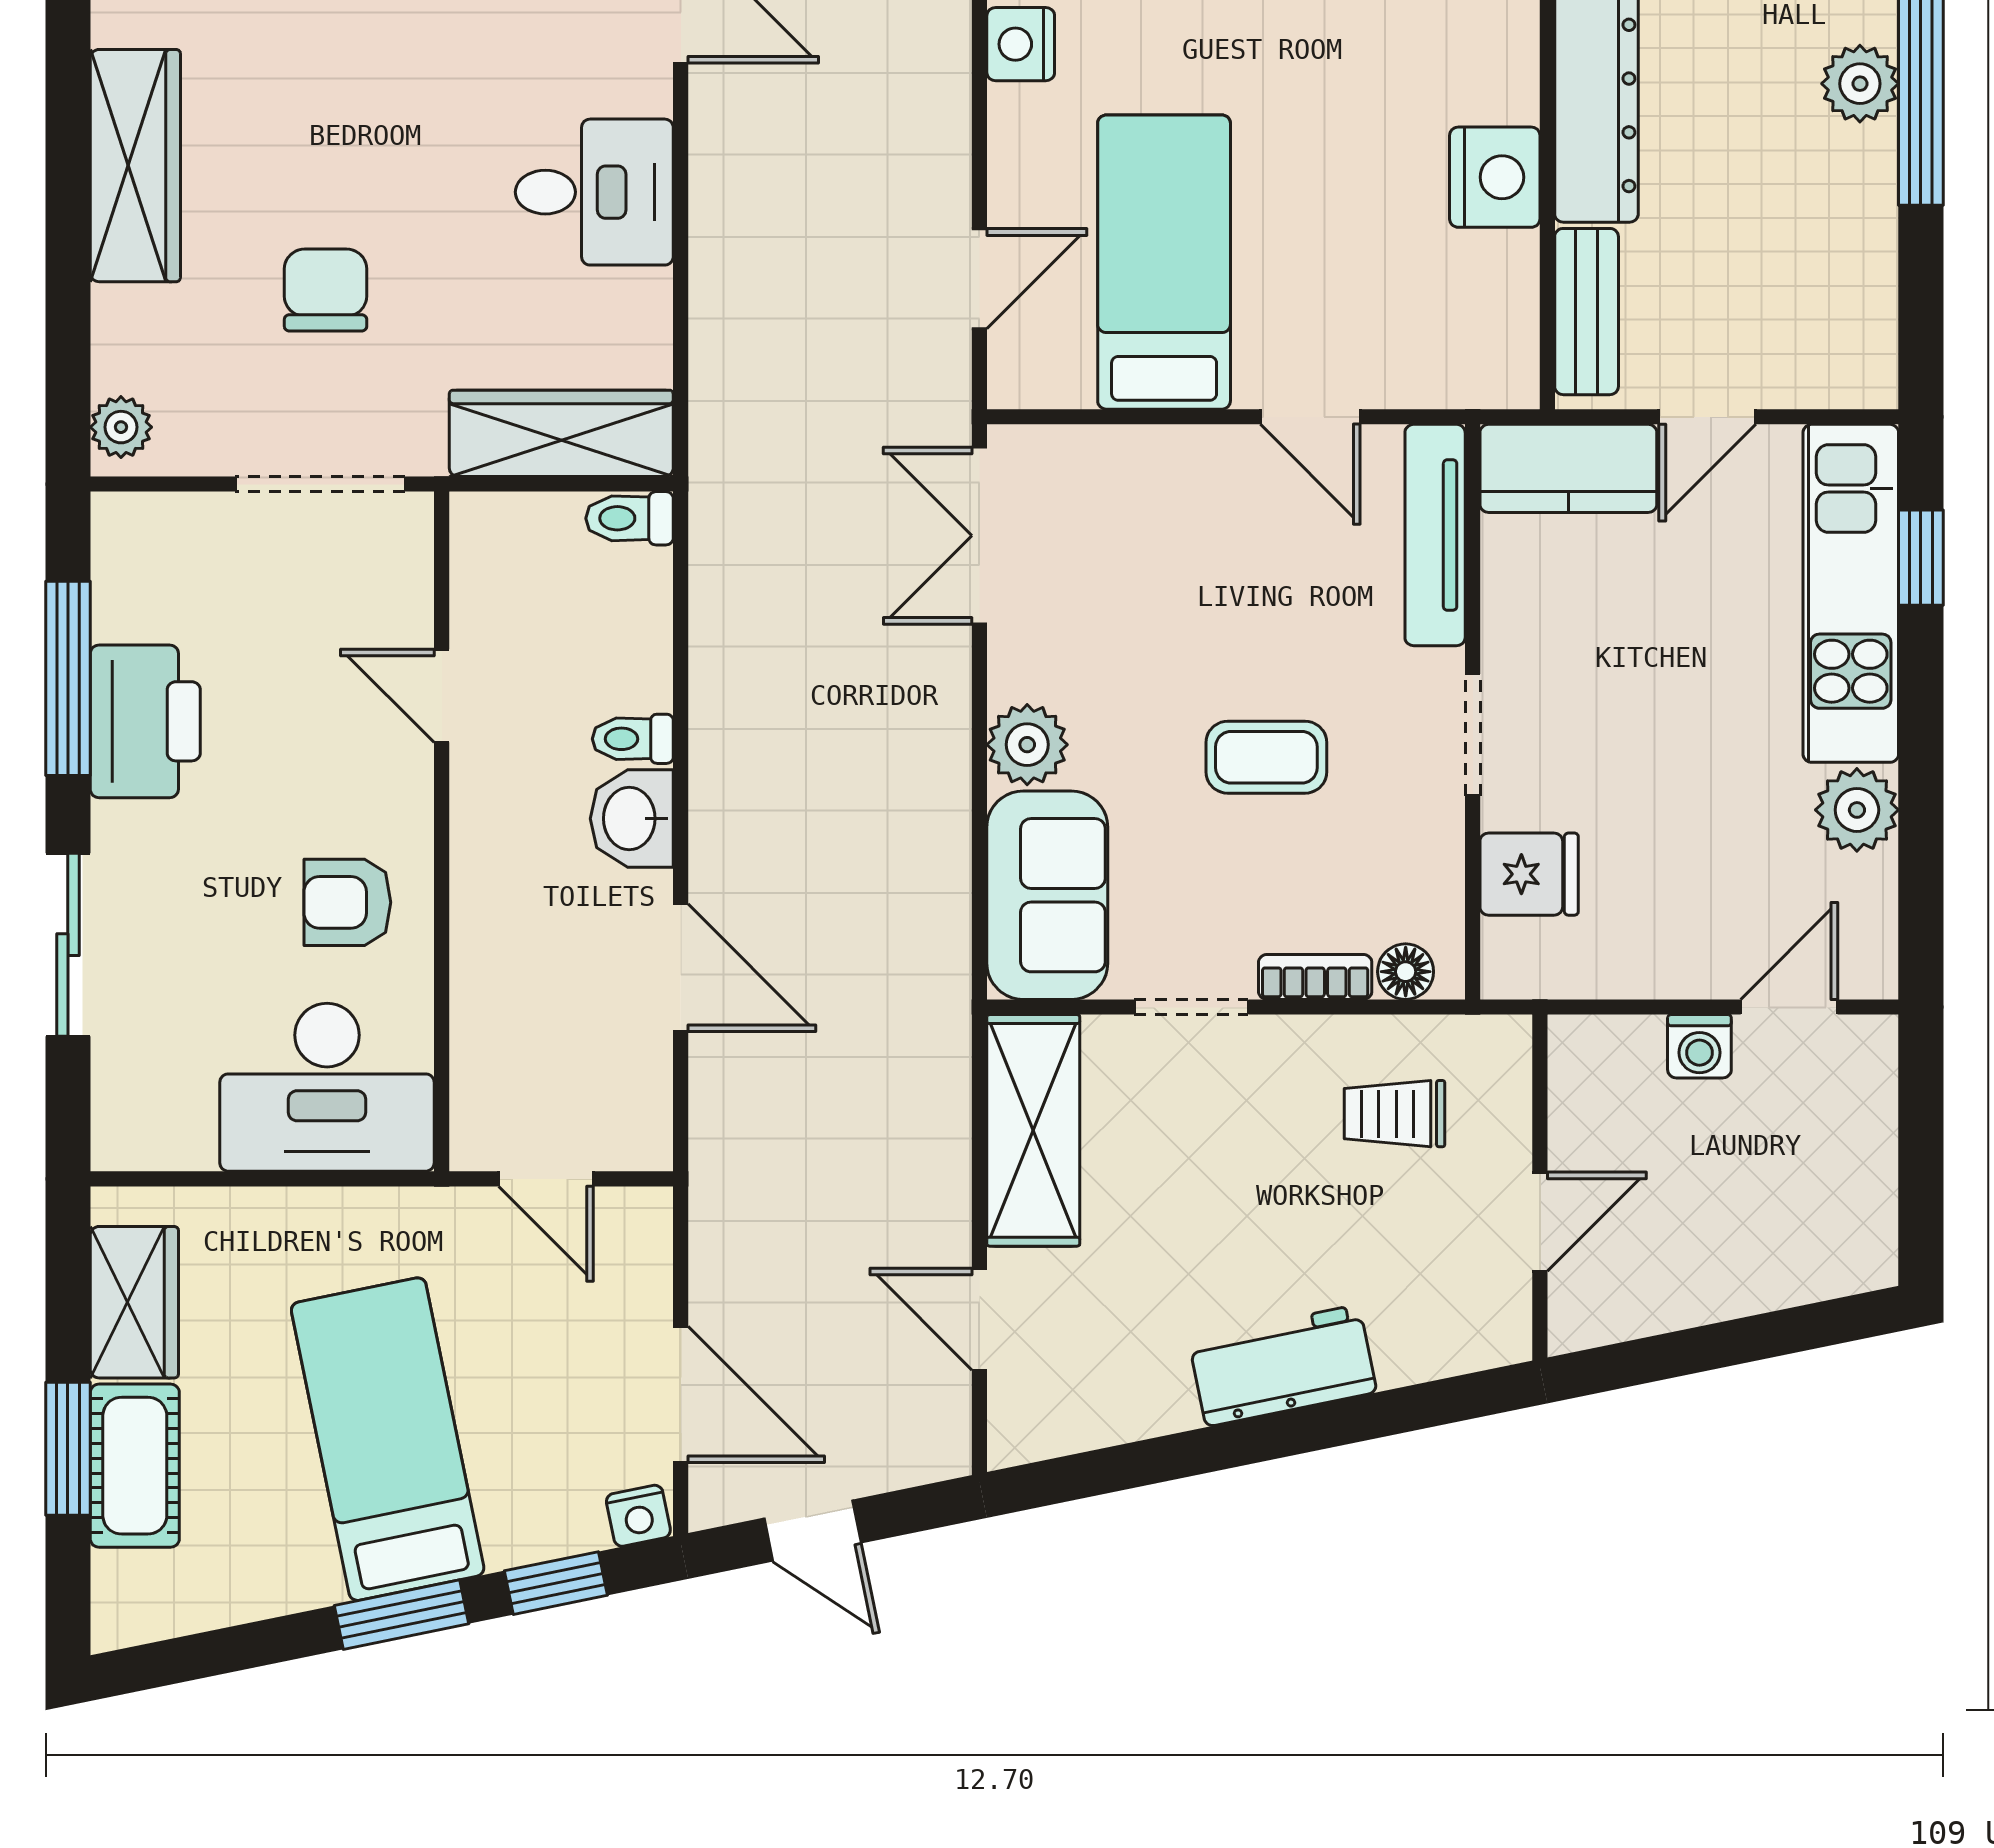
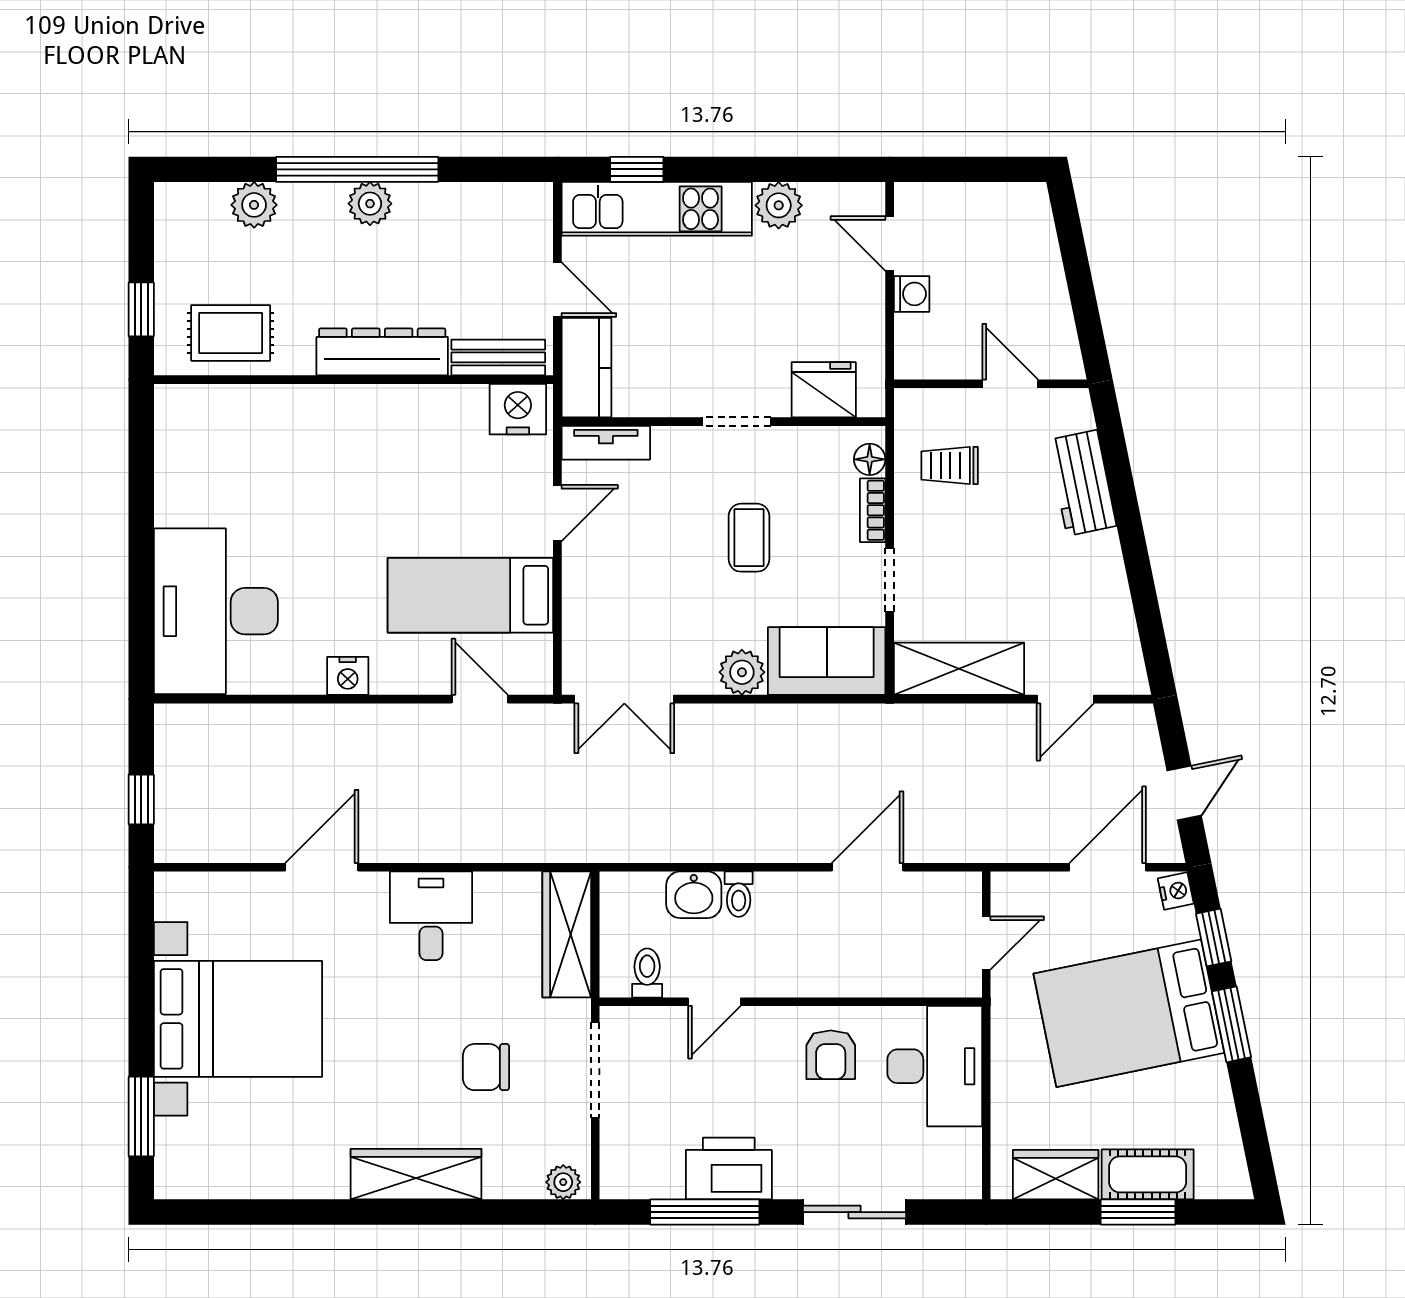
nightstand: (1495, 177) -> (518, 409), moved
toilet: (630, 518) -> (647, 973), moved, turned 180
tv unit: (1435, 535) -> (606, 443), width x0.71
washbasin: (632, 819) -> (694, 895), moved
fridge: (1529, 874) -> (824, 390), width x1.38
trolley: (1395, 1114) -> (950, 466), turned 90
workbench: (1283, 1366) -> (1082, 483), moved
bed: (388, 1439) -> (1129, 1013), width x1.50

